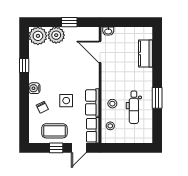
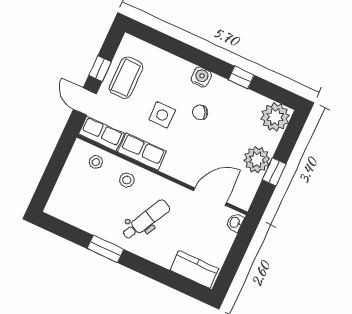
plant: (56, 35) -> (257, 160), moved
kitchen counter: (145, 53) -> (195, 269), moved
chair: (42, 107) -> (200, 112), moved
dental chair: (134, 107) -> (146, 220), moved, turned 118

